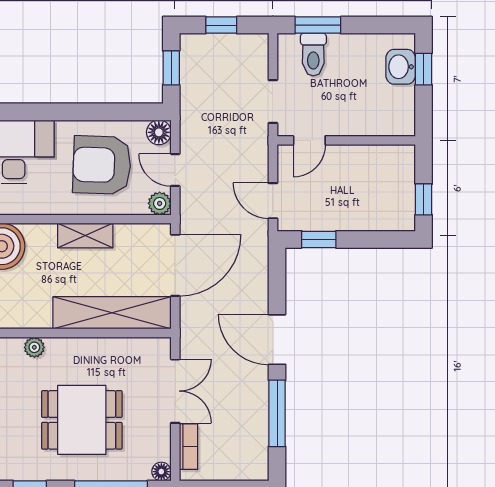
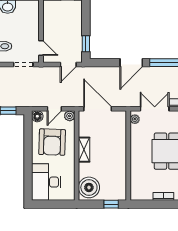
shelving: (112, 313) -> (119, 137), removed
plant: (34, 347) -> (135, 119), moved

